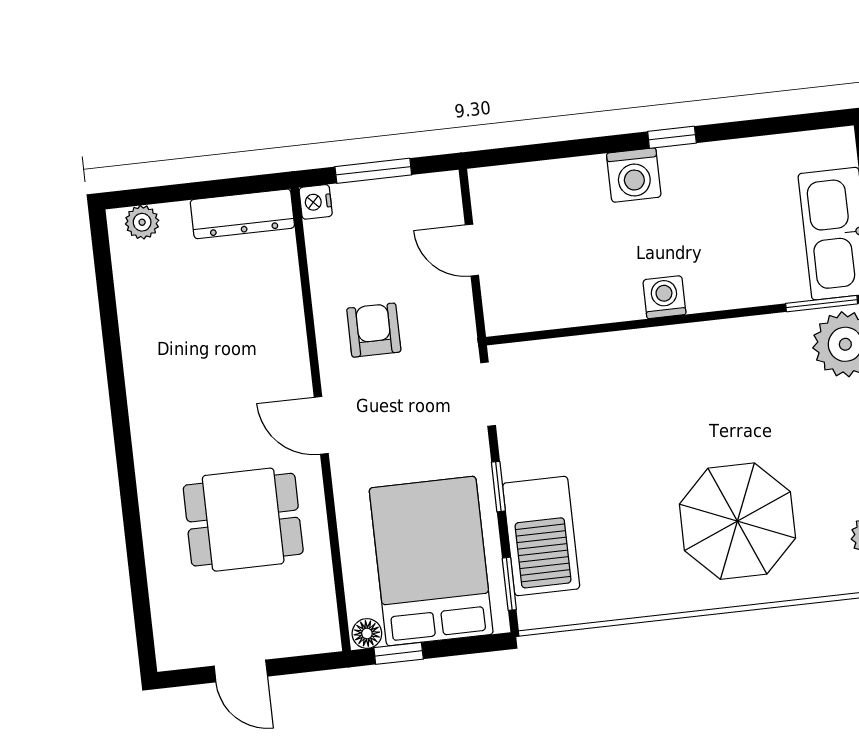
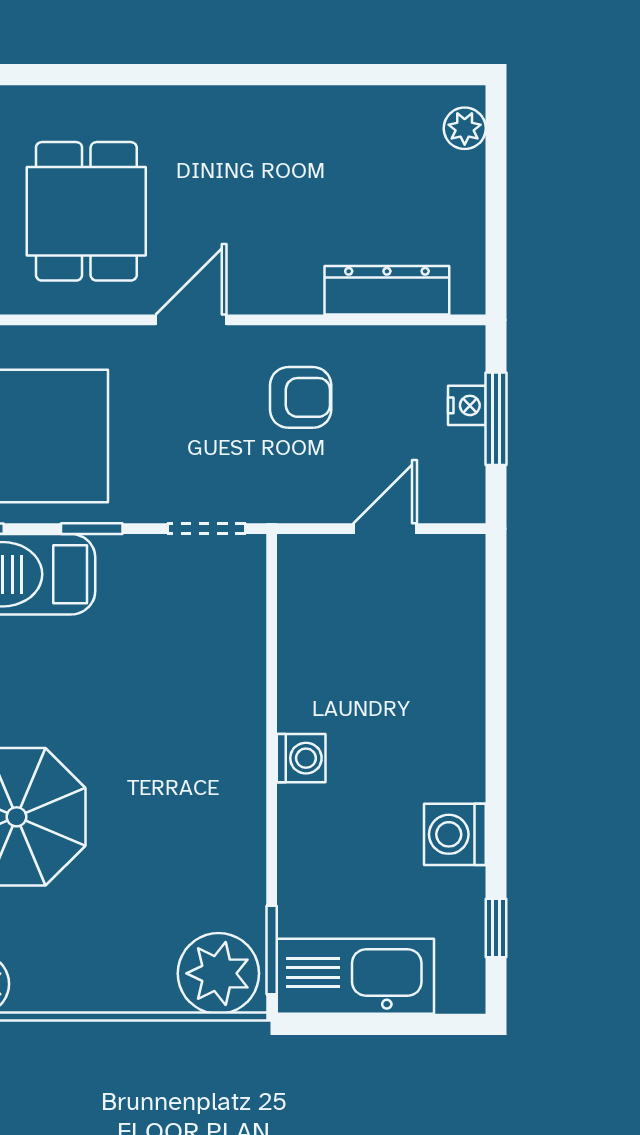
window: (672, 137) -> (496, 928), moved
washing machine: (634, 175) -> (455, 834), moved
nightstand: (316, 202) -> (467, 405), moved, turned 90
dresser: (242, 214) -> (387, 290), moved, turned 90

